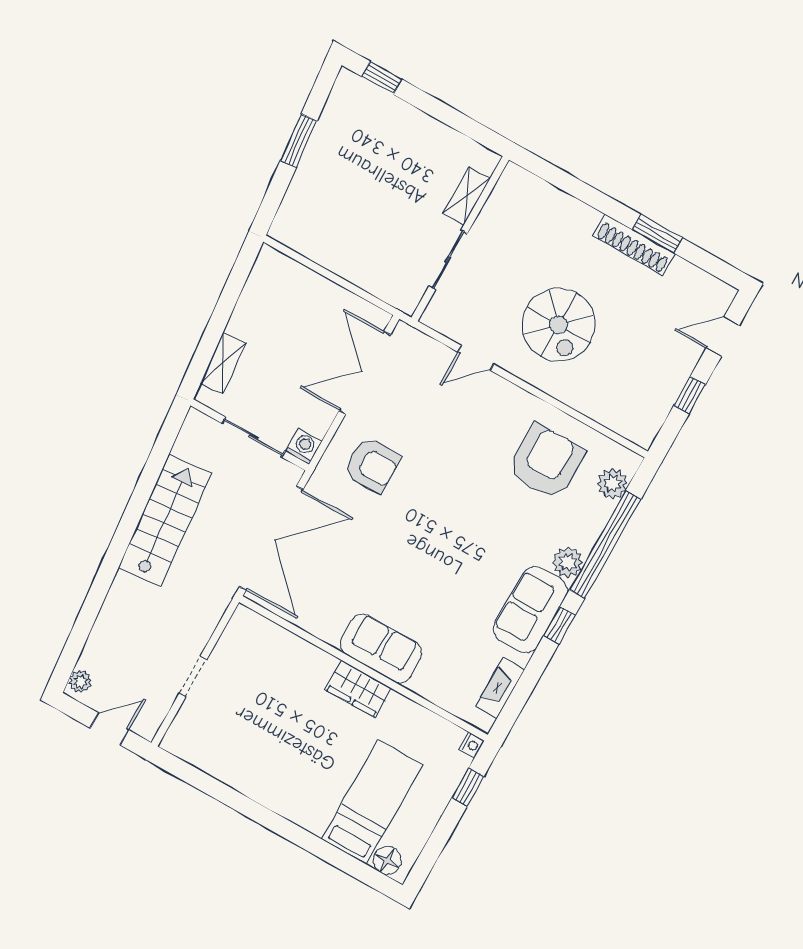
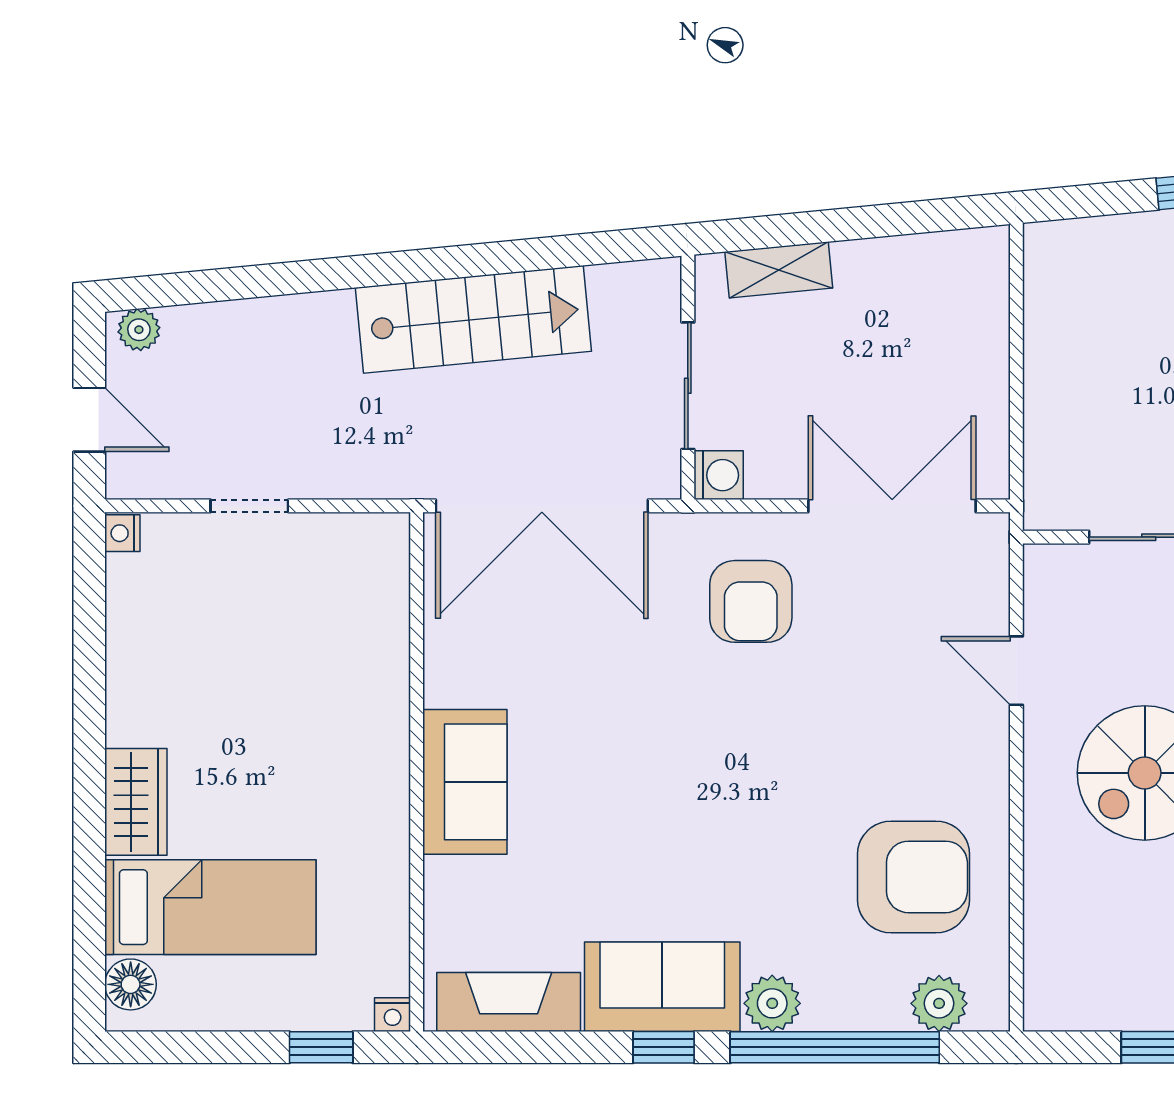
fireplace: (500, 688) -> (509, 1002), width x1.37, depth x1.32
wardrobe: (358, 689) -> (136, 802), moved, turned 180
nightstand: (172, 744) -> (122, 533), added

